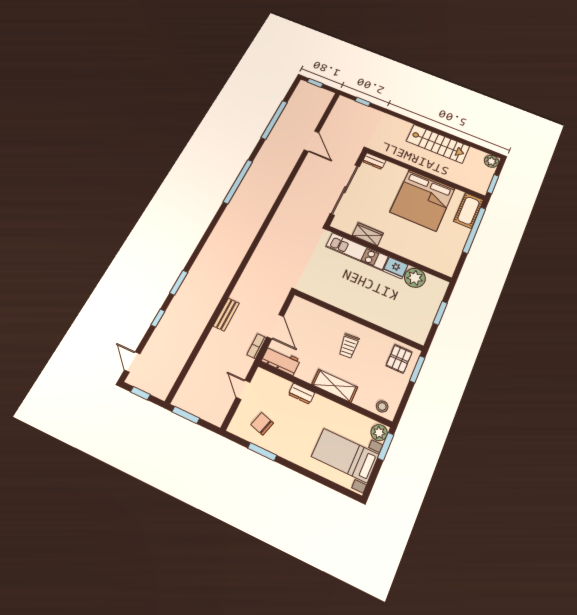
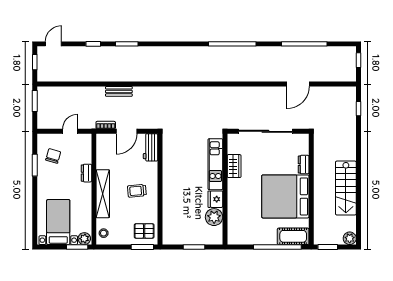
dresser: (374, 161) -> (304, 165), moved
workbench: (281, 361) -> (151, 147), moved, turned 180
shelving: (335, 386) -> (103, 194), width x1.47

